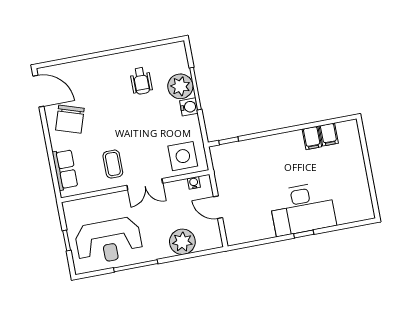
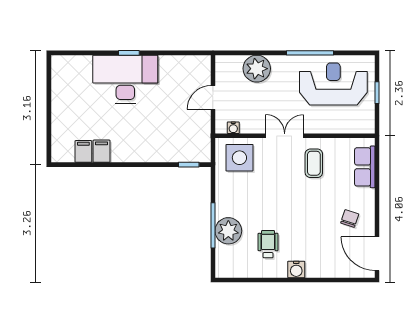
water cooler: (189, 107) -> (296, 269), moved, turned -90
chair: (70, 119) -> (350, 218), width x0.54, depth x0.54
door: (218, 207) -> (213, 97), swing flipped

